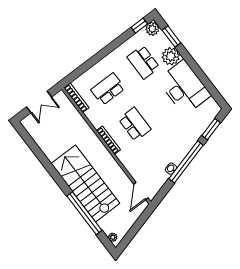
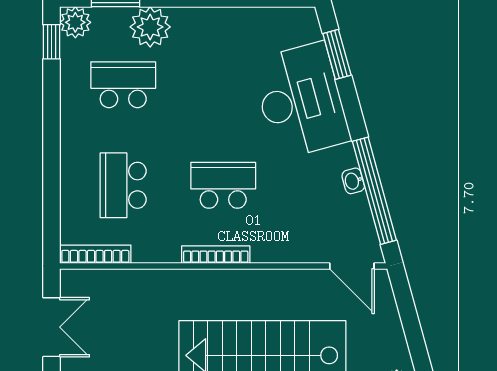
school desk: (143, 62) -> (123, 85), turned 180
desk: (184, 88) -> (301, 101), moved, turned 75
window: (186, 162) -> (374, 191), moved

